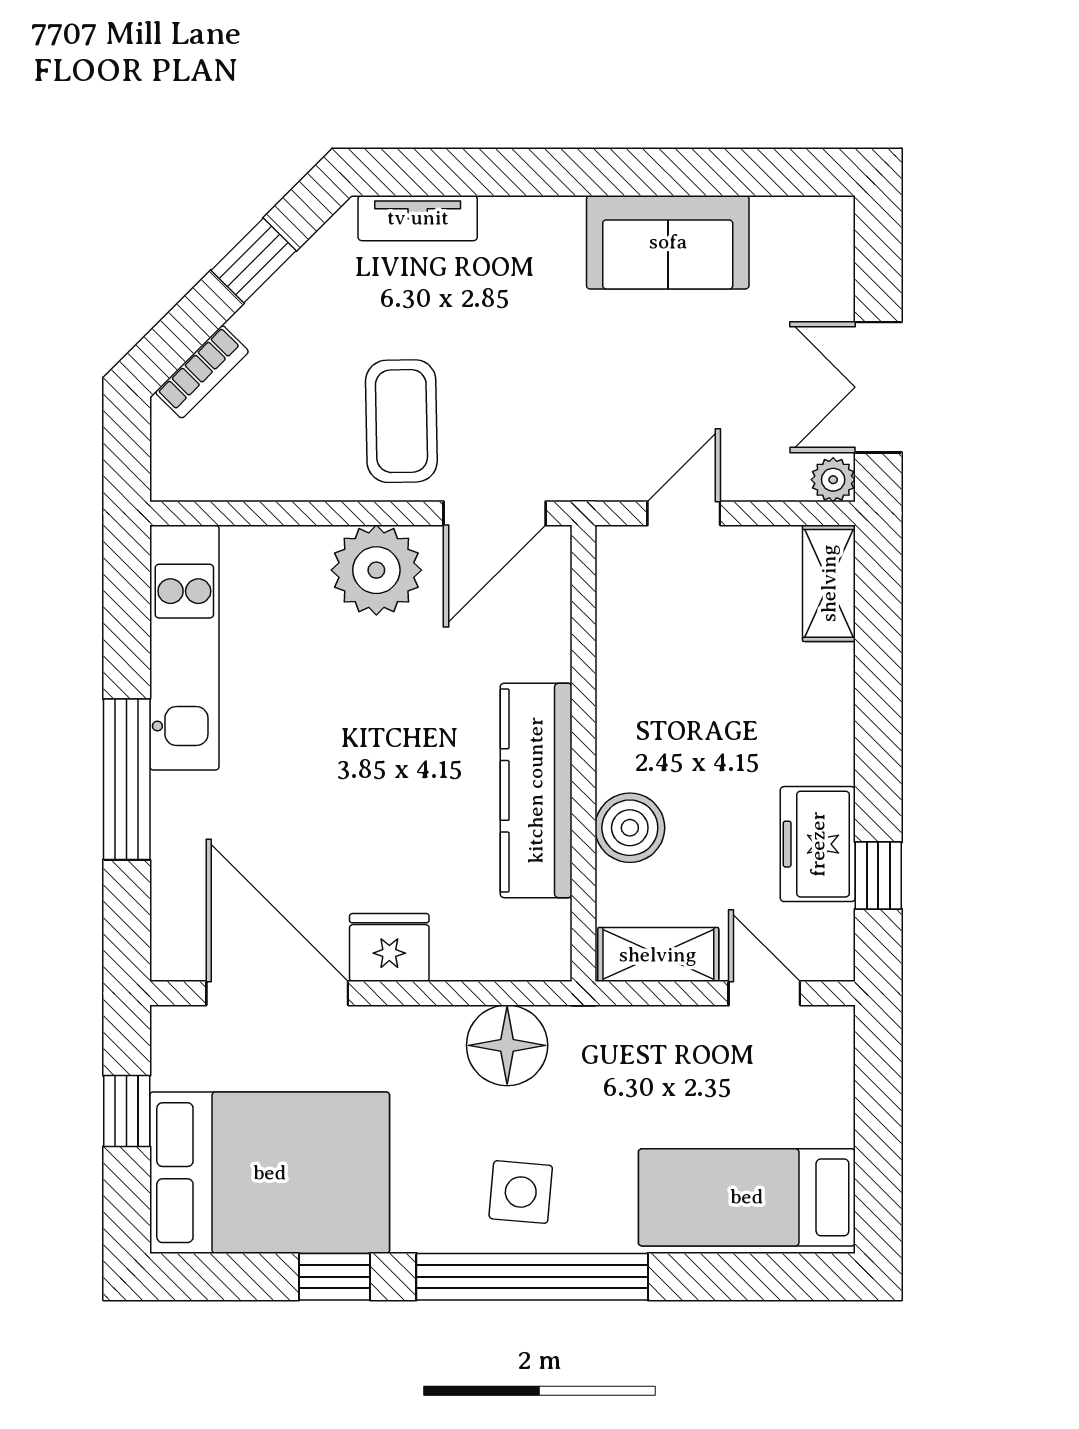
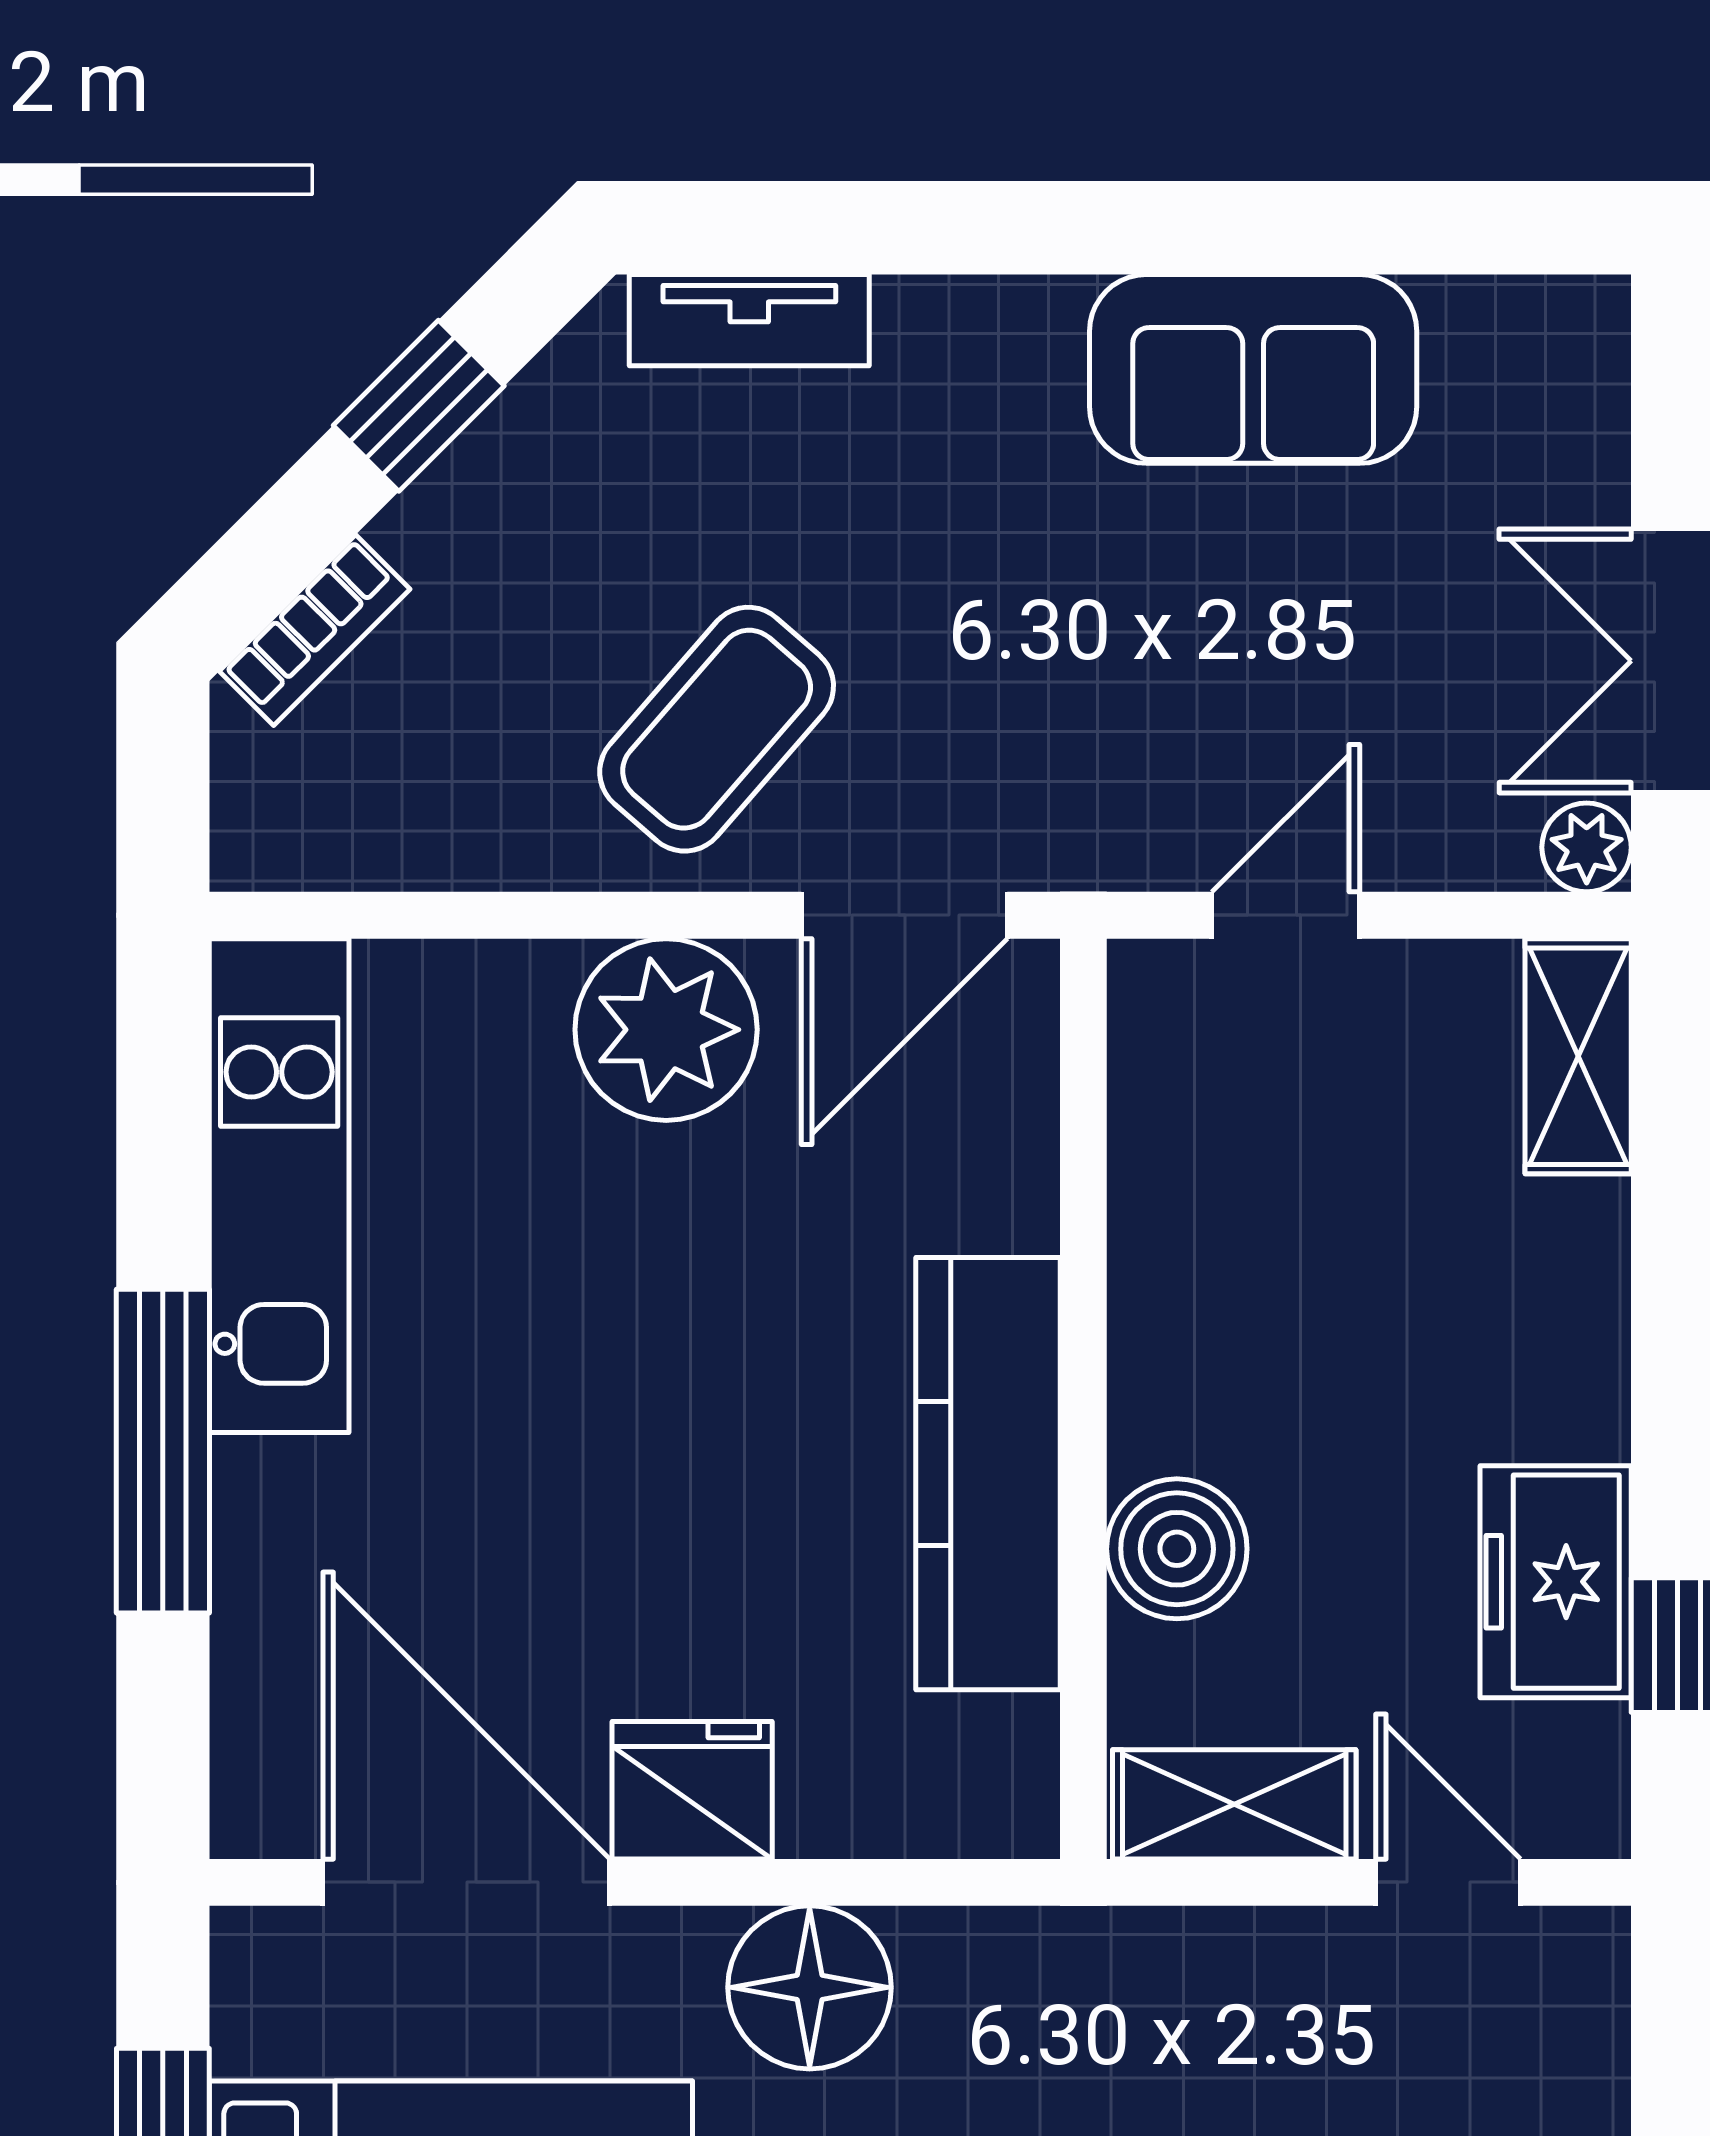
coffee table: (401, 421) -> (717, 729), turned 42
floor lamp: (507, 1045) -> (810, 1987), moved

